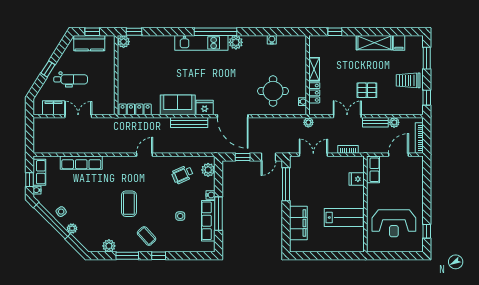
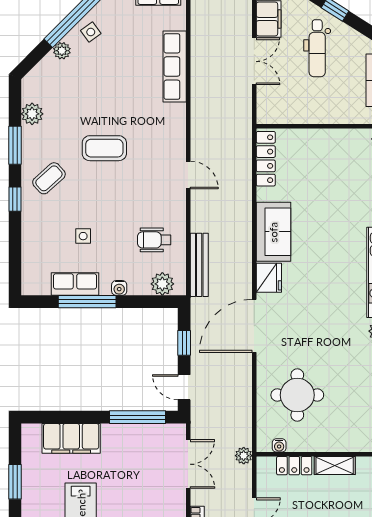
bench: (189, 123) -> (199, 265), moved
wheelchair: (182, 174) -> (154, 240), turned -66
row of seats: (208, 221) -> (75, 284), width x0.68
window: (324, 256) -> (15, 482), added

